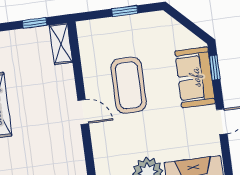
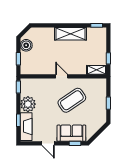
coffee table: (129, 85) -> (72, 100), turned -34
door: (83, 112) -> (62, 76), swing flipped

